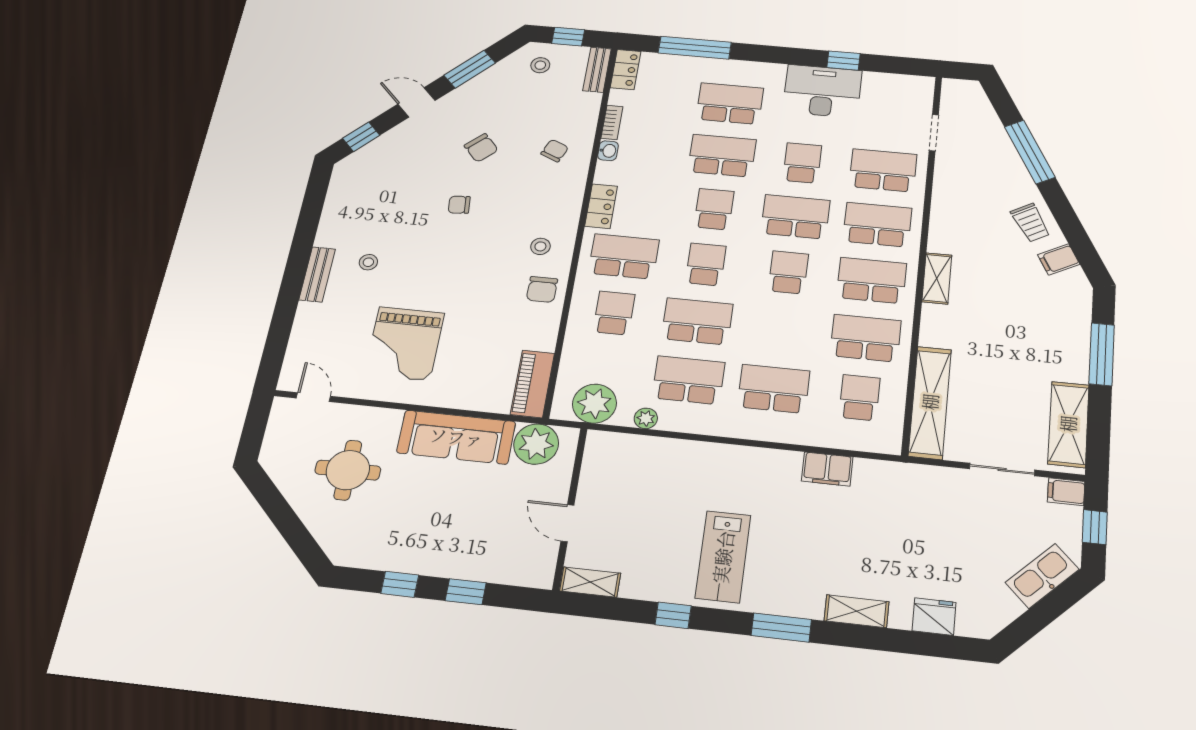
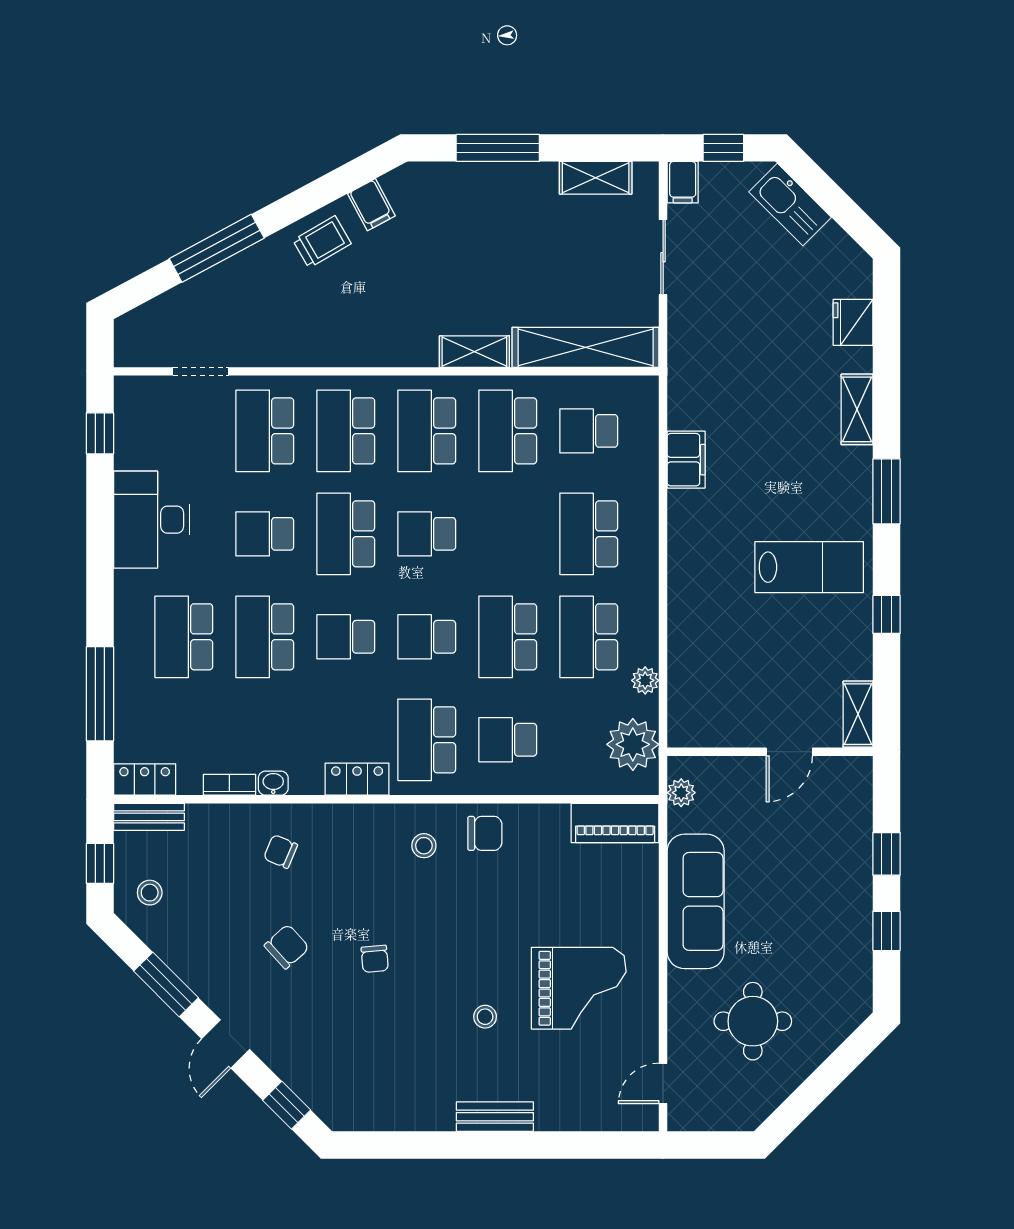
window: (844, 61) -> (100, 433), moved
stool: (368, 262) -> (485, 1017), moved
shelving: (937, 278) -> (474, 352), moved
shelving: (1068, 424) -> (596, 178), width x0.67, depth x0.75
plant: (536, 444) -> (681, 793), width x0.53, depth x0.53

